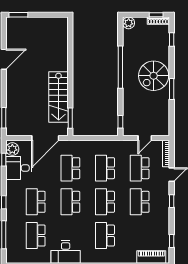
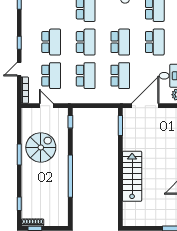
plant: (129, 23) -> (62, 220), removed
spiral stairs: (154, 76) -> (41, 147), moved
stairs: (59, 97) -> (132, 176), moved
door: (145, 138) -> (46, 106), hinge flipped

